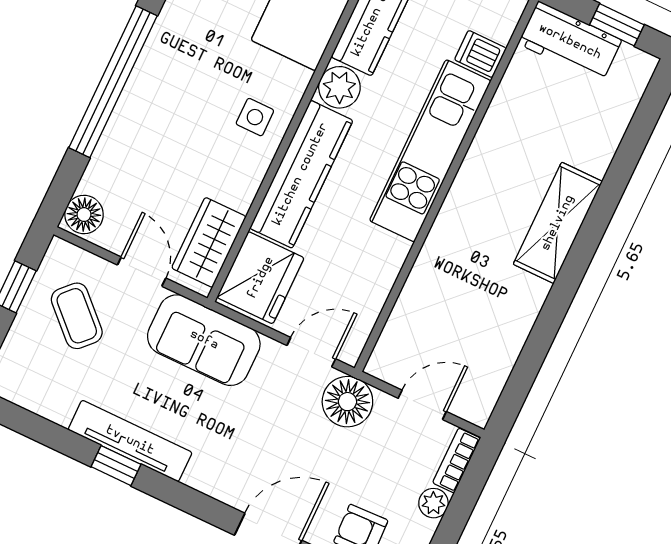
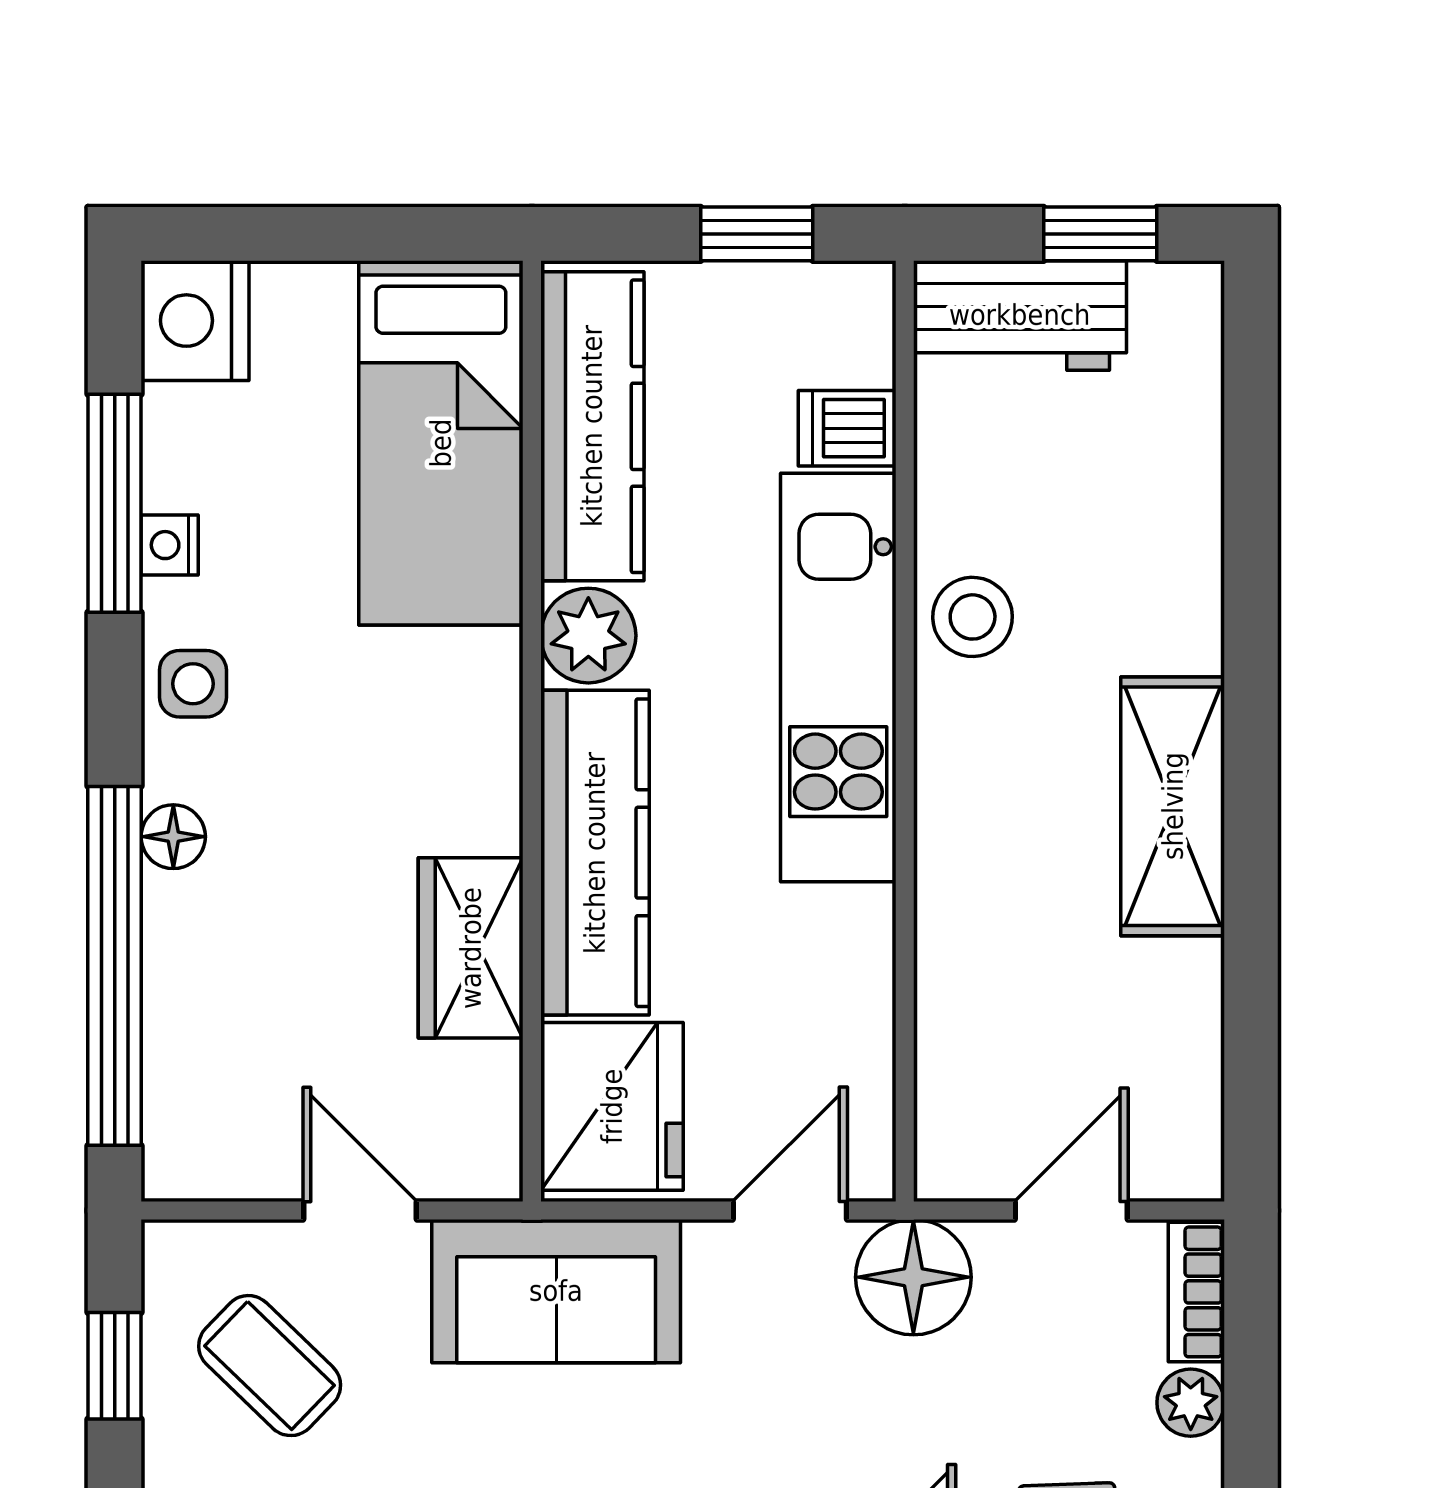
window: (113, 82) -> (115, 966), moved
side table: (255, 117) -> (193, 684), moved
stool: (495, 152) -> (973, 617), added
floor lamp: (84, 215) -> (173, 837), moved, width x0.73, depth x0.73
shelving: (558, 223) -> (1173, 806), moved
wardrobe: (209, 242) -> (471, 948), moved

